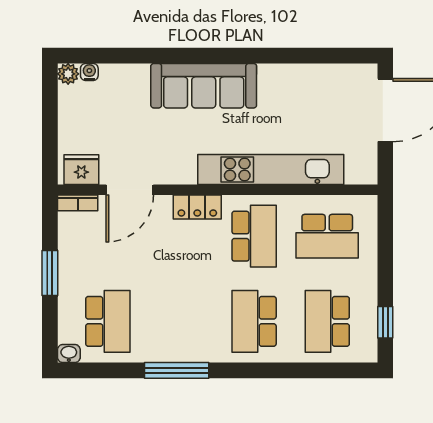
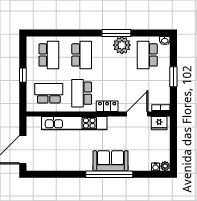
window: (192, 56) -> (109, 174), added
sofa: (204, 86) -> (111, 161), width x0.73
window: (385, 322) -> (23, 75), moved
plant: (164, 343) -> (122, 45), added

